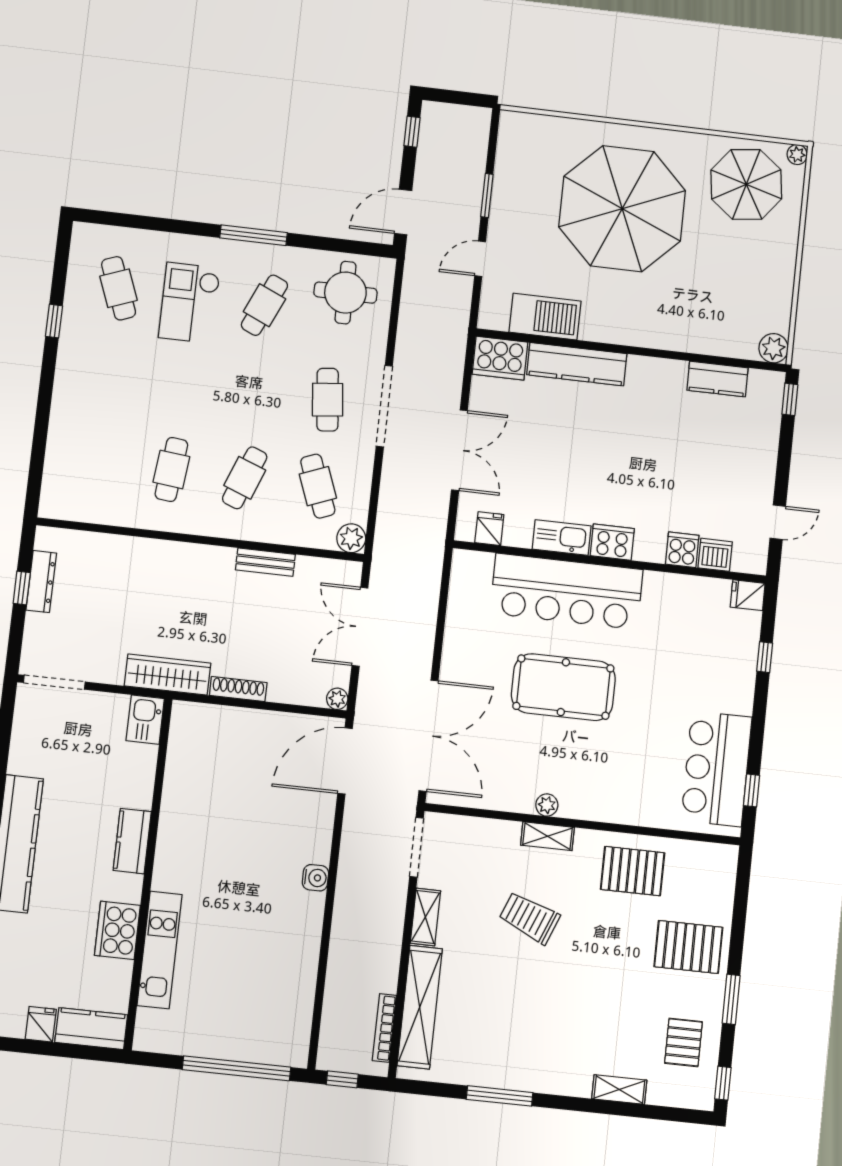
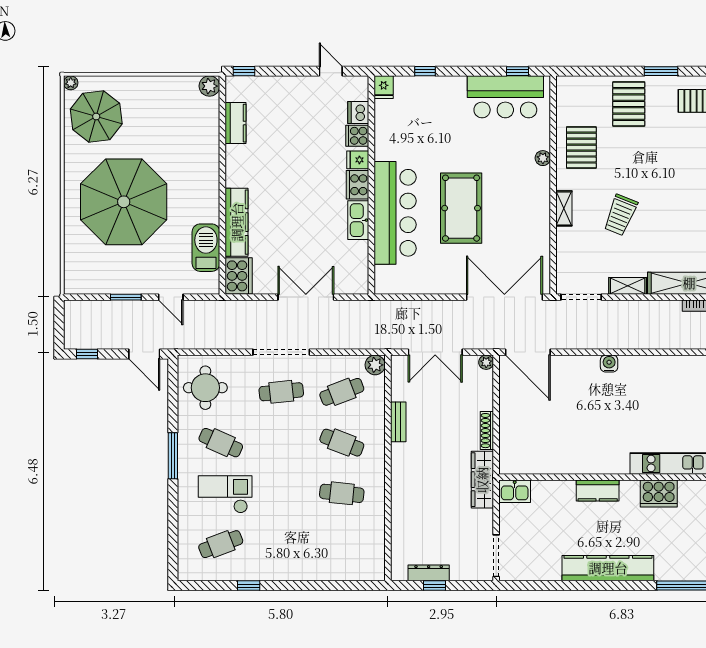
checkout: (189, 303) -> (225, 494), turned 180
fridge: (489, 529) -> (358, 160), moved
plant: (547, 805) -> (543, 158), moved

